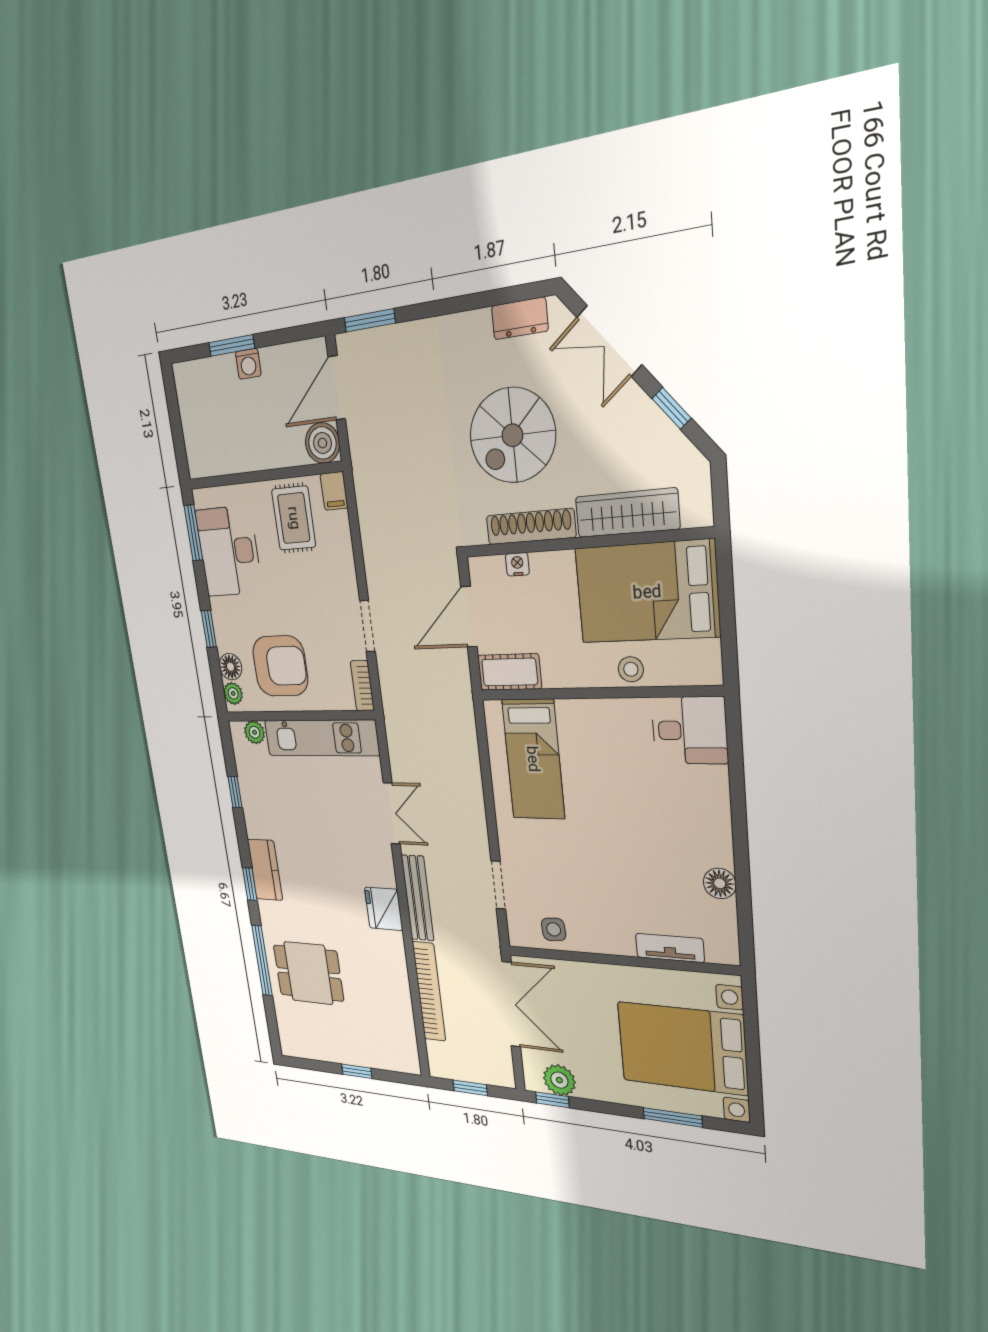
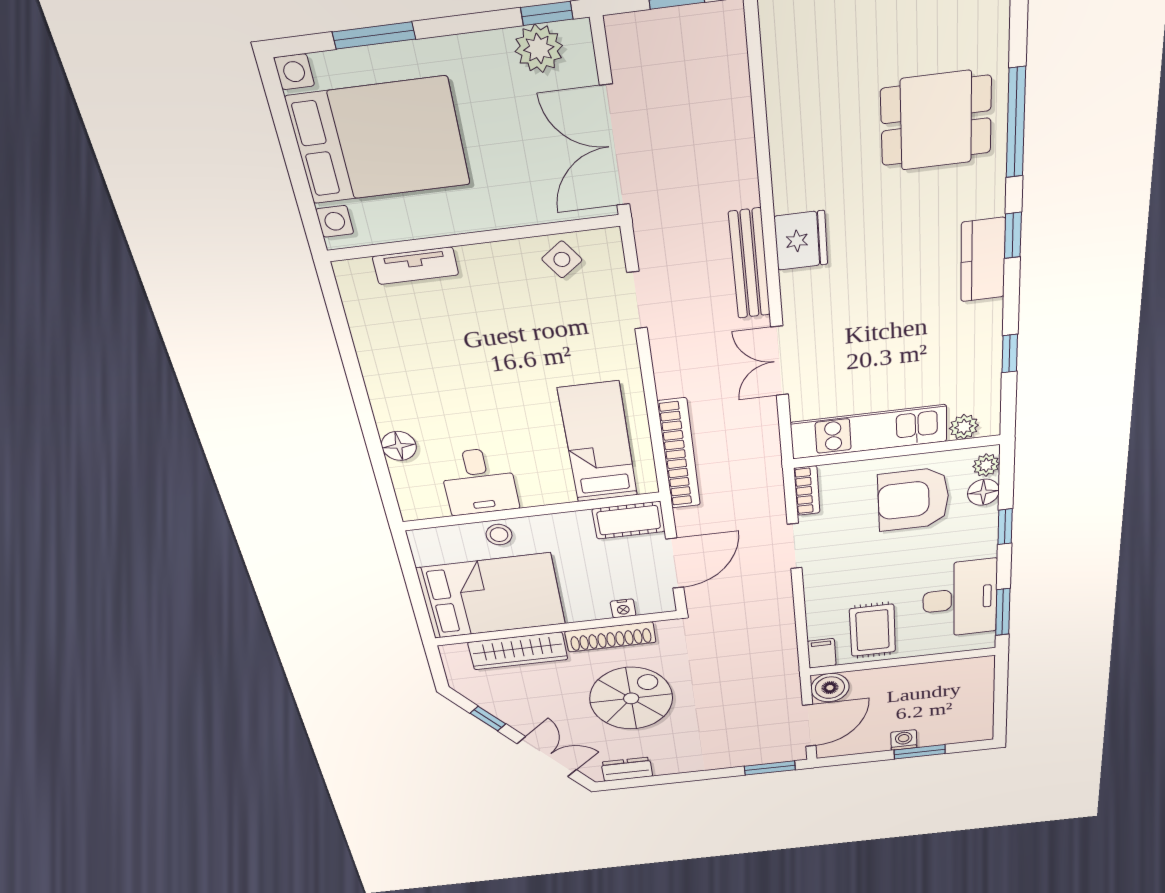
desk: (689, 730) -> (479, 482), moved, turned -90
floor lamp: (720, 883) -> (399, 446), moved
side table: (554, 929) -> (562, 259), turned -32
bookcase: (429, 992) -> (679, 454), moved, turned 180

